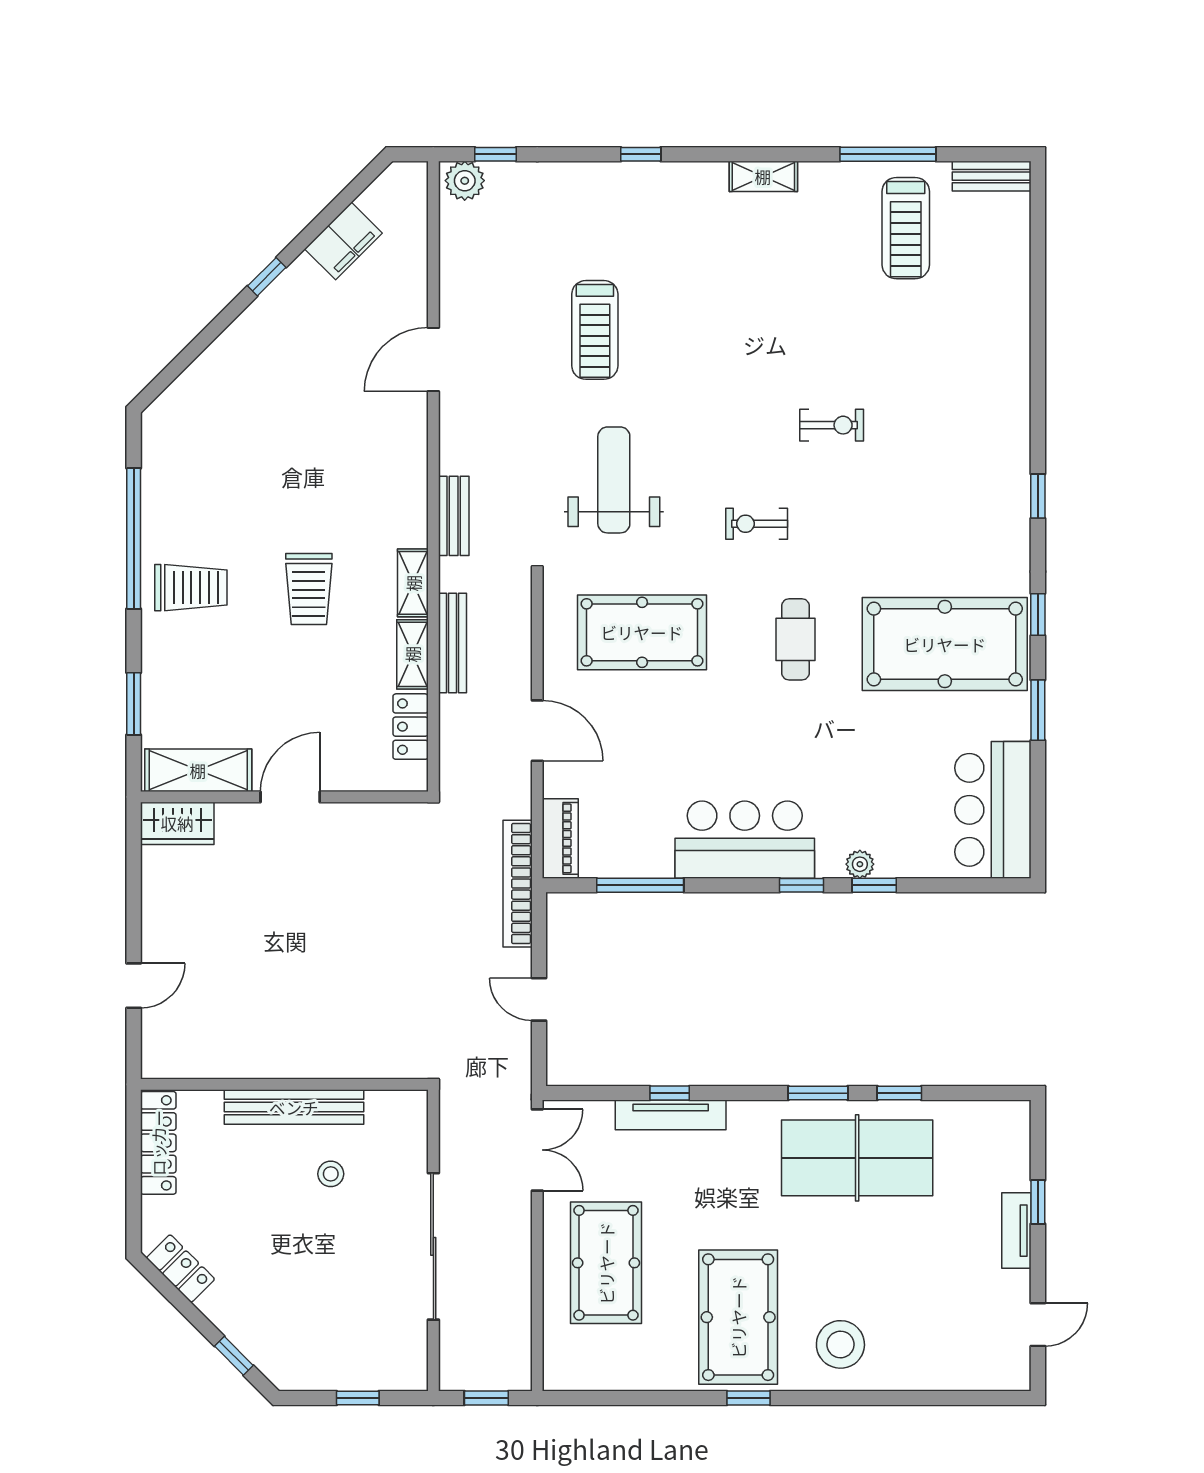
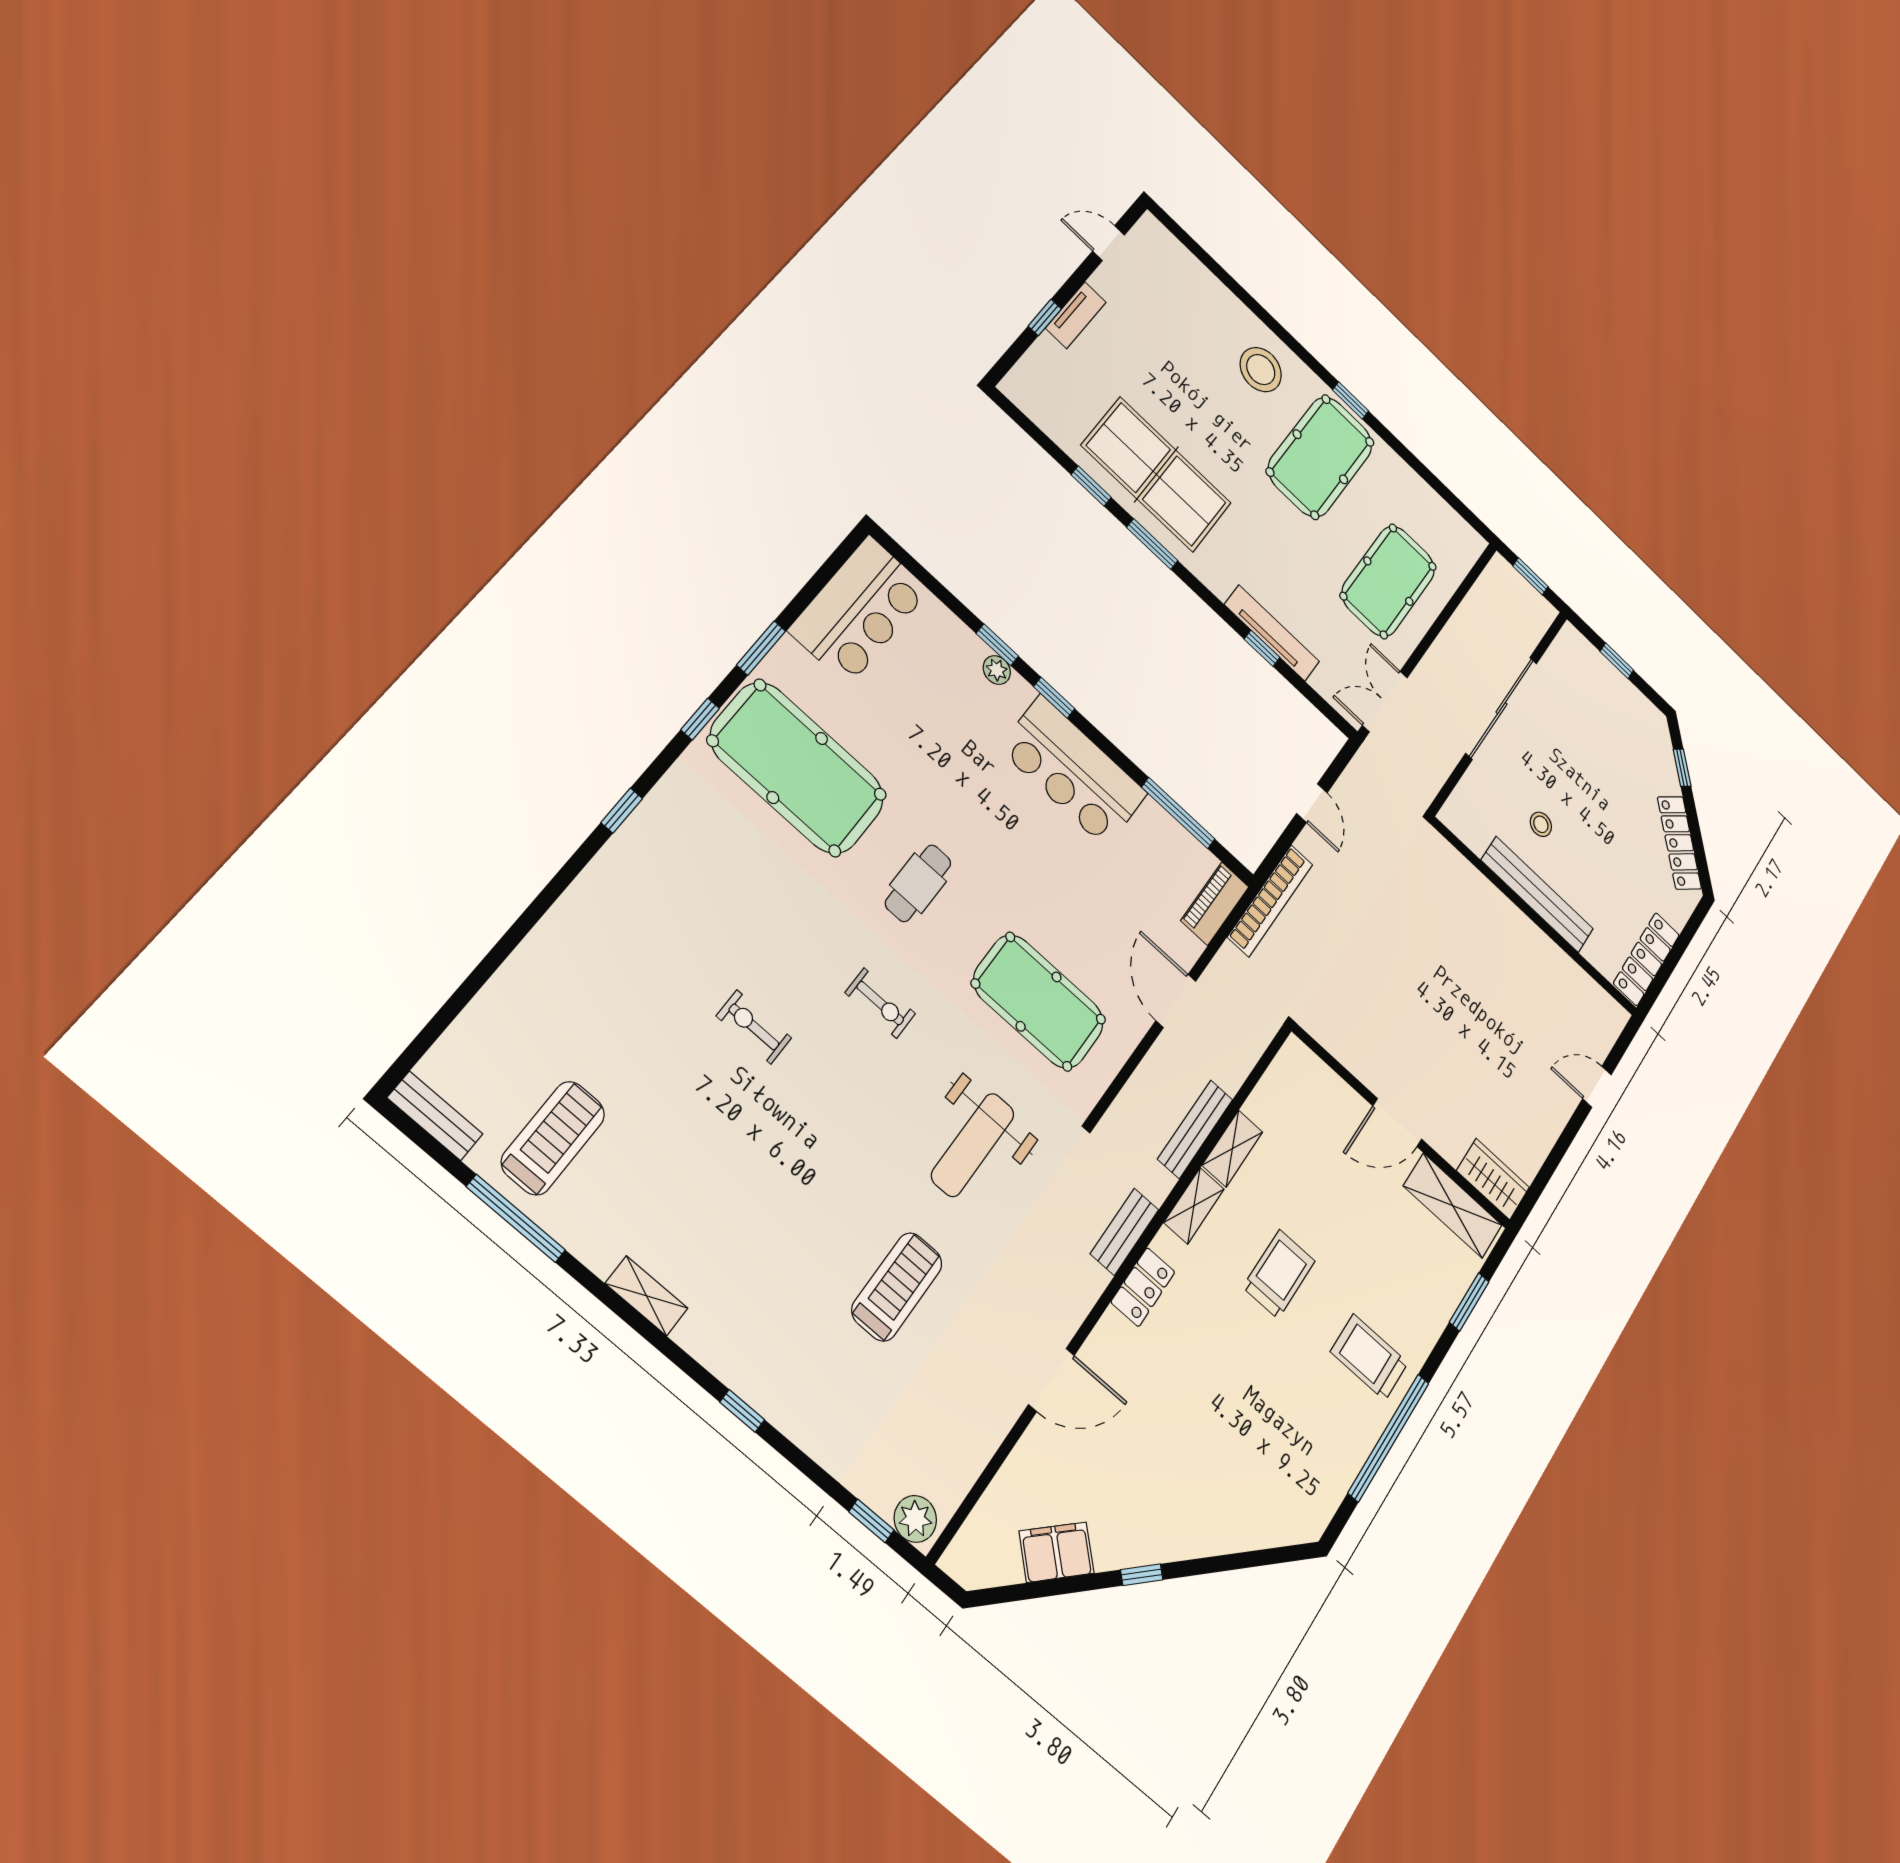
locker: (411, 727) -> (1143, 1287), moved
locker: (181, 1269) -> (1679, 843), width x1.53

